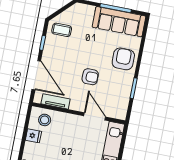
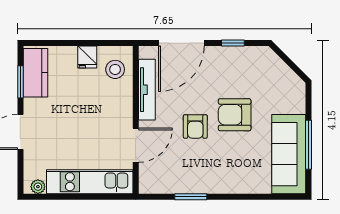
coffee table: (62, 30) -> (259, 68), removed
armchair: (123, 59) -> (235, 115), moved, turned 180
tv unit: (56, 101) -> (147, 90), width x1.41

